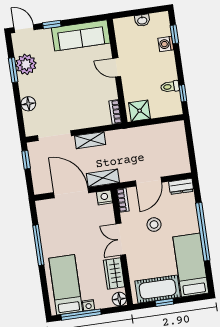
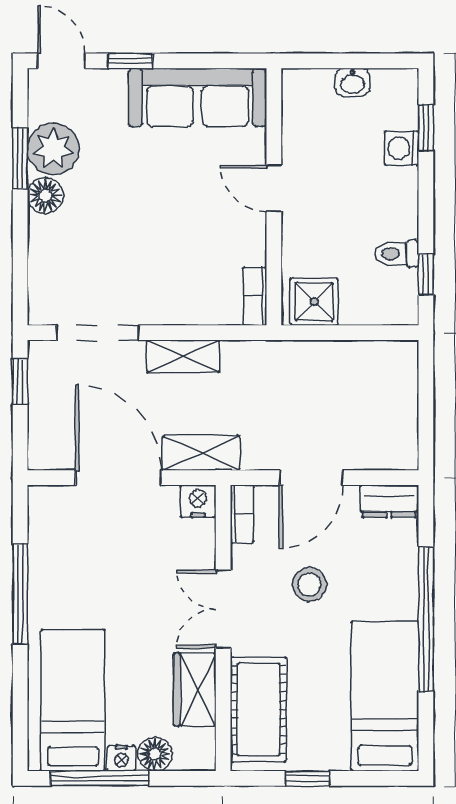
floor lamp: (28, 104) -> (45, 196), moved
cot: (158, 289) -> (258, 709), moved, turned 90
floor lamp: (119, 299) -> (155, 754), moved

